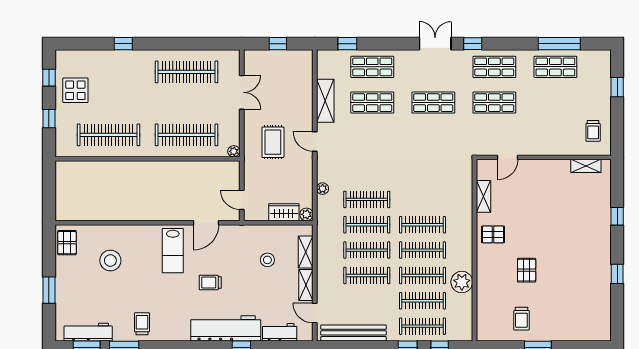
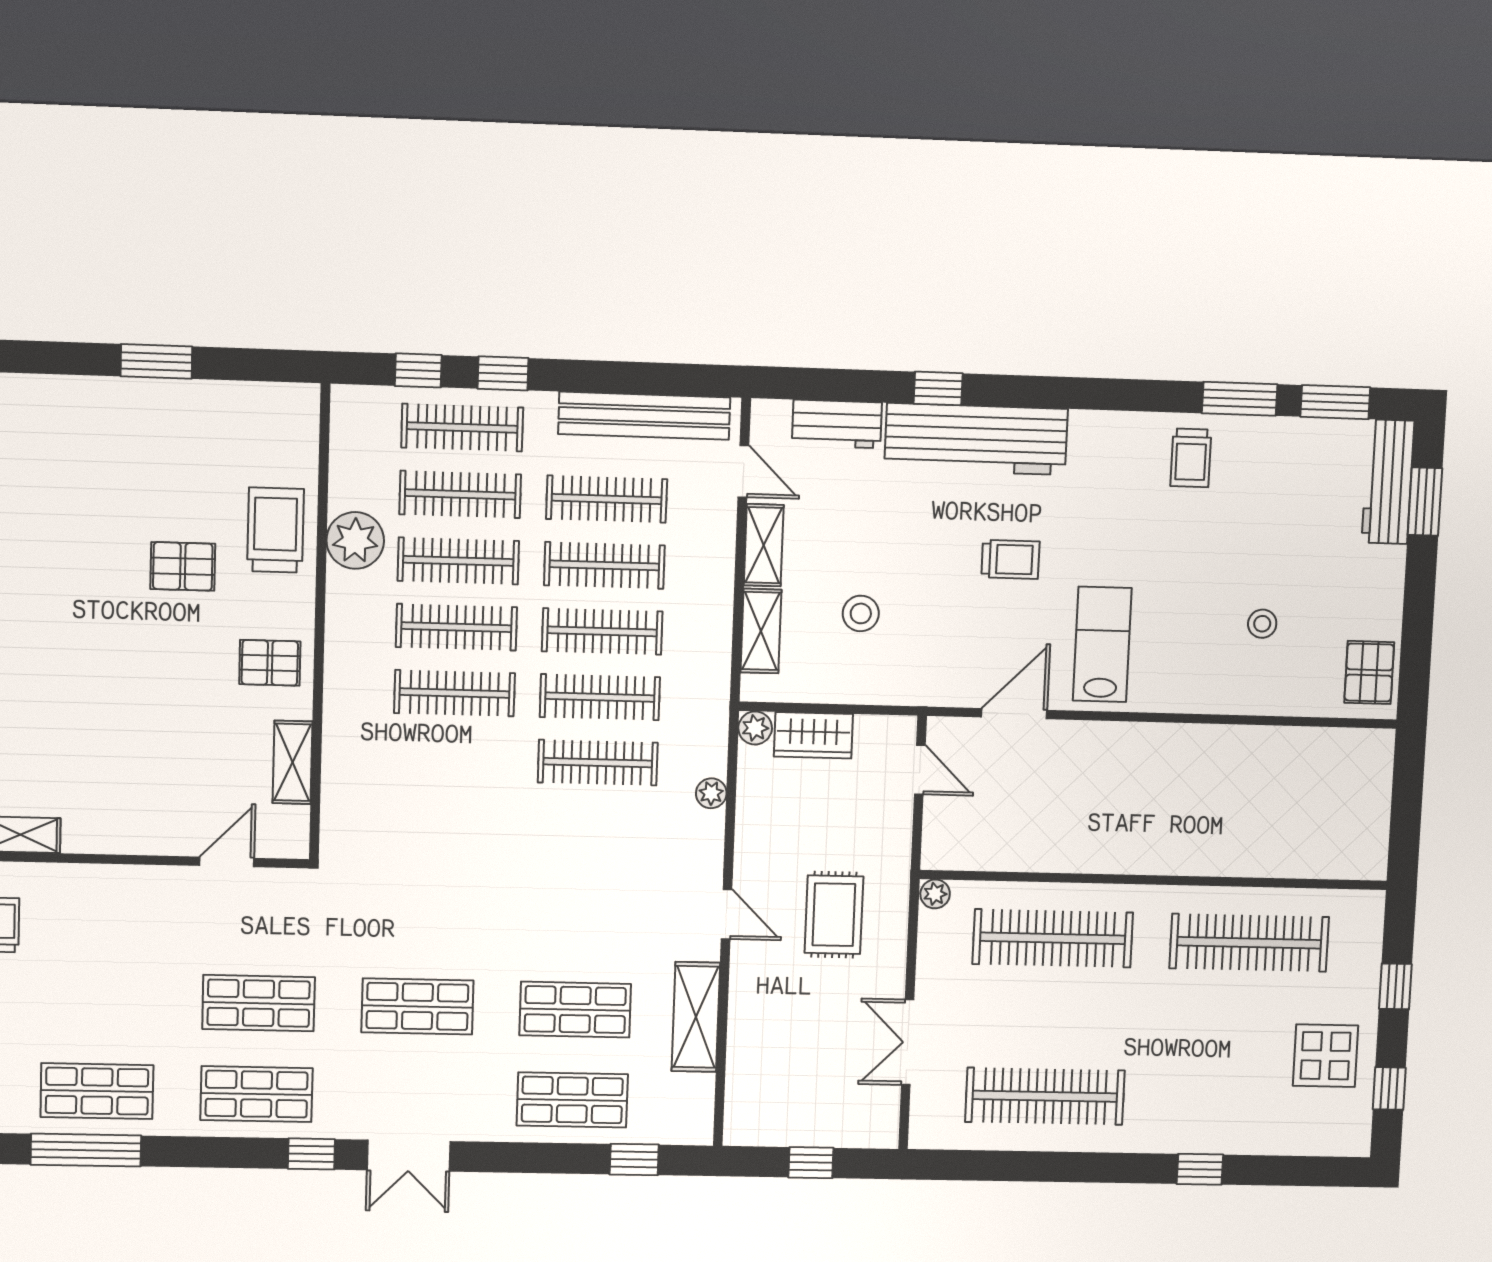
stool: (110, 261) -> (1262, 624), width x0.53, depth x0.53
pallet: (527, 270) -> (183, 566), turned 90
window: (49, 290) -> (1425, 501), moved
clothes rail: (367, 301) -> (607, 499), added
trolley: (521, 319) -> (275, 530), moved, width x1.36, depth x1.39
workbench: (88, 332) -> (1388, 482), moved, turned 90

